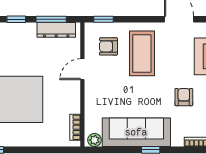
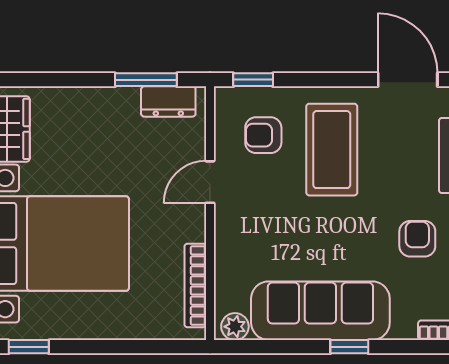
window: (16, 19) -> (75, 80), removed
dresser: (56, 30) -> (168, 101), width x0.70
bookcase: (75, 127) -> (195, 285), width x1.56

